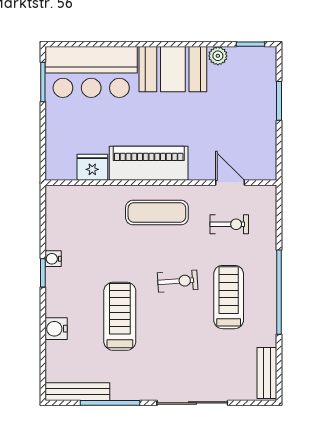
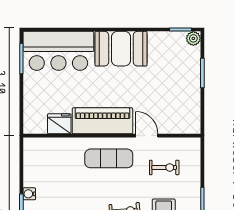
plant: (218, 56) -> (193, 38), moved
door: (230, 183) -> (147, 136), moved

